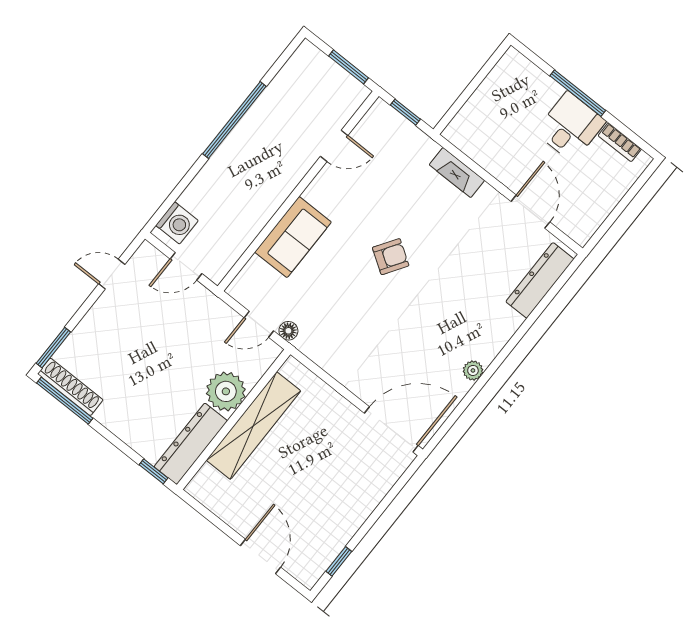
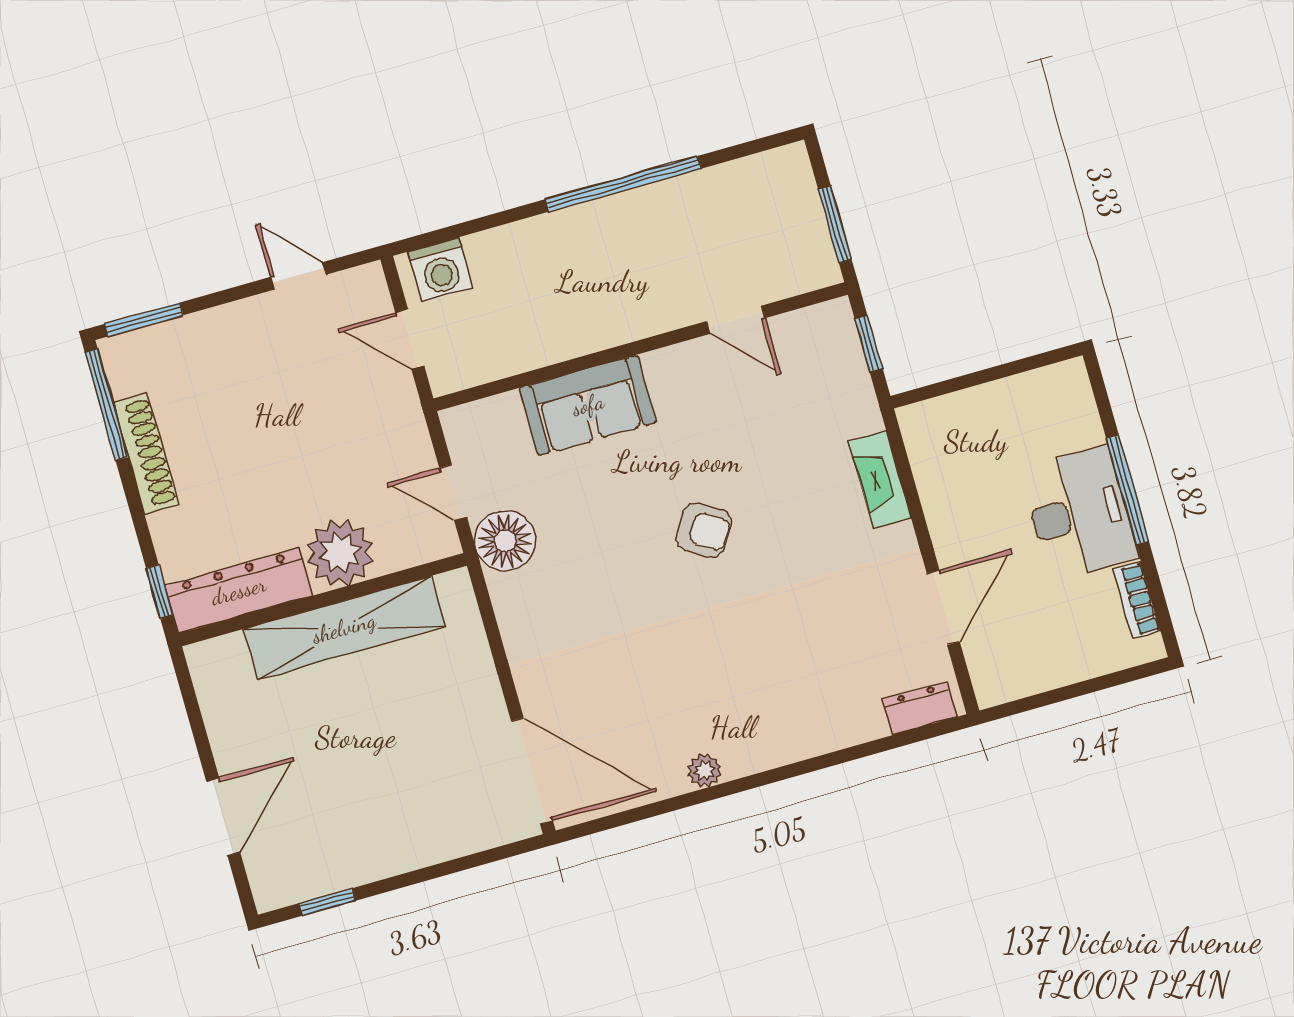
desk: (570, 127) -> (1079, 513), width x1.37
dresser: (540, 280) -> (920, 708), width x0.51, depth x0.80
floor lamp: (288, 331) -> (505, 541), width x1.89, depth x1.89
shoe rack: (70, 387) -> (146, 453), moved

